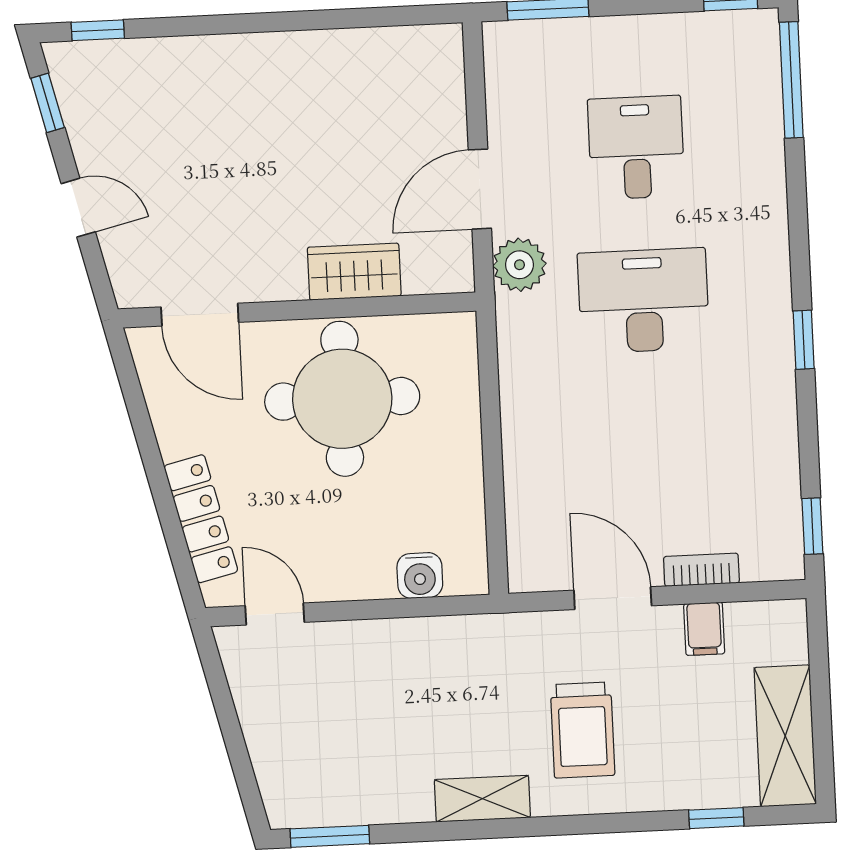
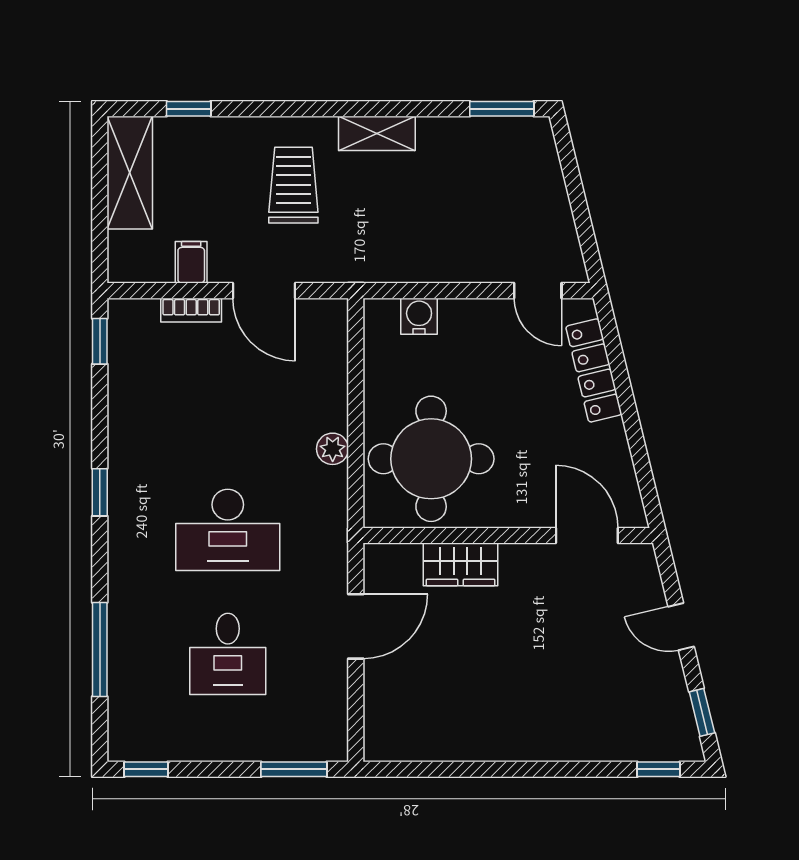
window: (791, 80) -> (100, 650), moved
plant: (519, 265) -> (333, 449), moved, width x0.73, depth x0.73
round table: (342, 399) -> (431, 459), moved

